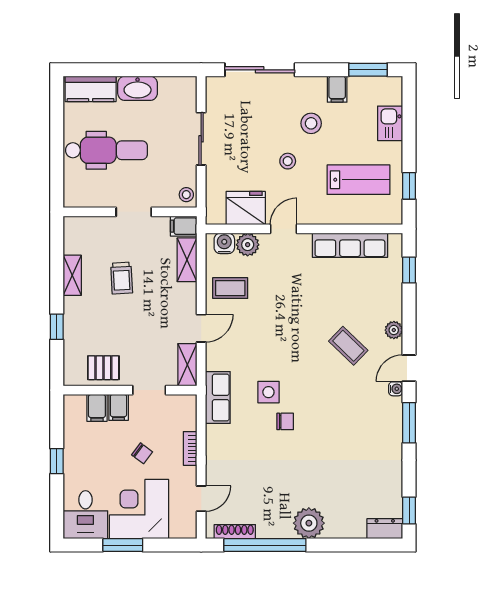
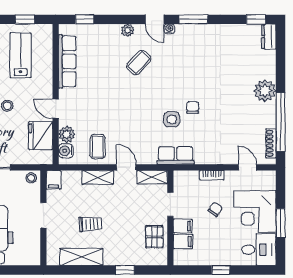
shelving: (187, 260) -> (98, 177), moved
shelving: (72, 275) -> (81, 257), width x1.50, depth x1.33

